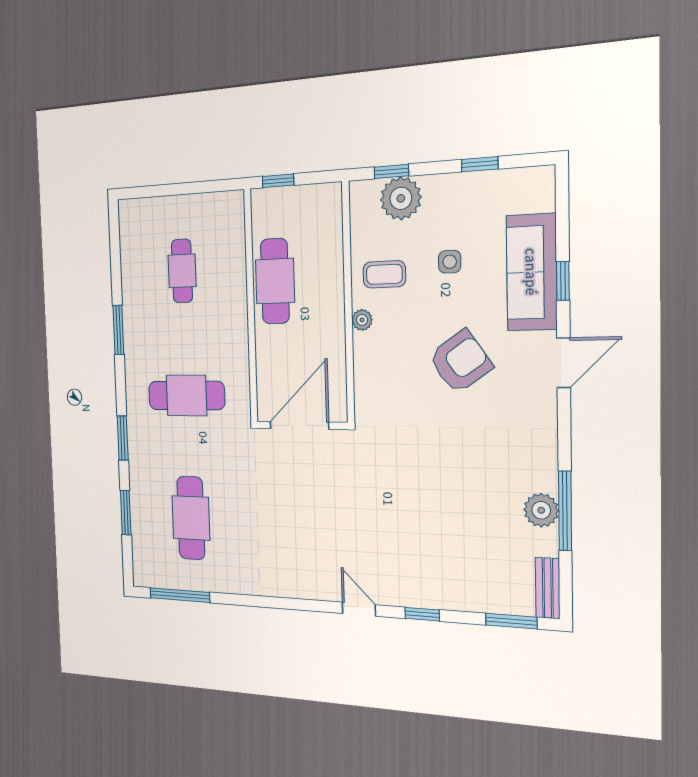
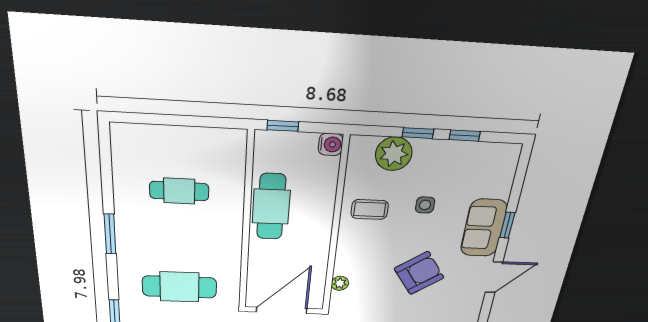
window: (391, 171) -> (418, 133), moved
water cooler: (330, 196) -> (331, 144), added
cafe table: (182, 271) -> (179, 191), turned 90
sofa: (532, 272) -> (484, 228), width x0.73
plant: (362, 320) -> (340, 283), moved

